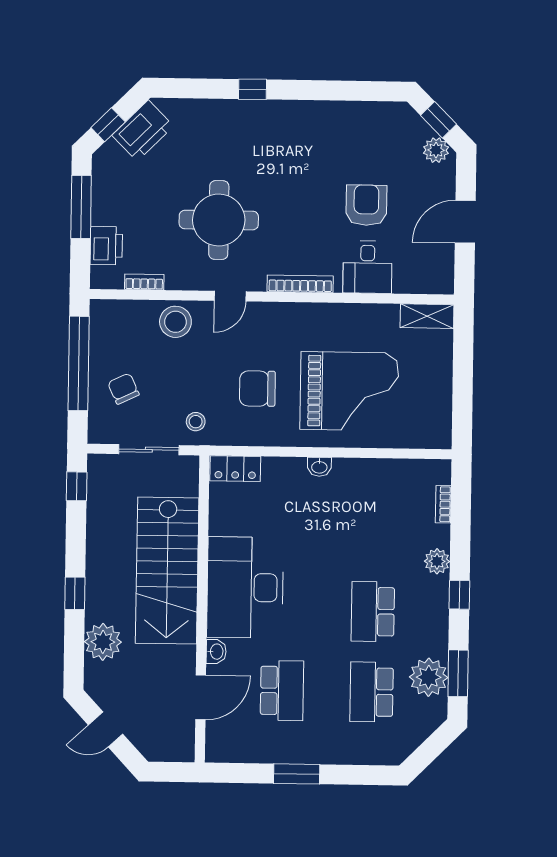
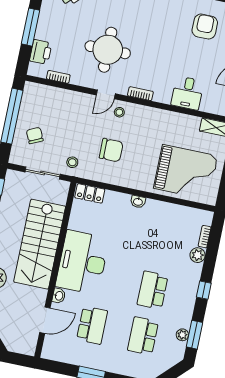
armchair: (366, 205) -> (205, 27), moved
bookcase: (300, 284) -> (140, 94), width x0.64
stool: (175, 322) -> (119, 112), moved, width x0.53, depth x0.53
chair: (257, 389) -> (111, 150), turned 180
grand piano: (349, 391) -> (186, 172), moved
plant: (437, 561) -> (198, 255), moved
plant: (429, 677) -> (182, 335), width x0.53, depth x0.53

